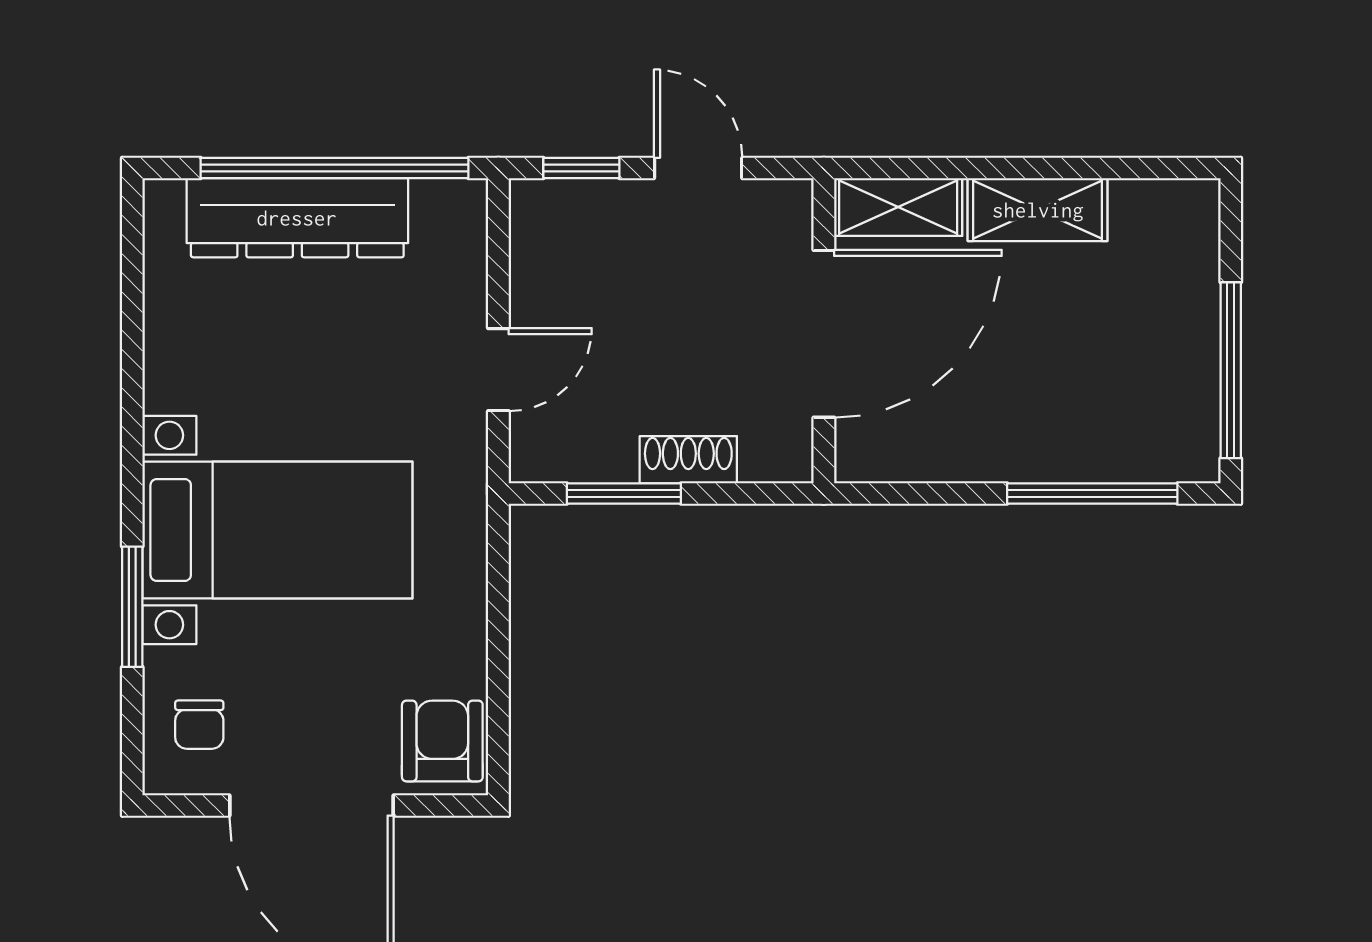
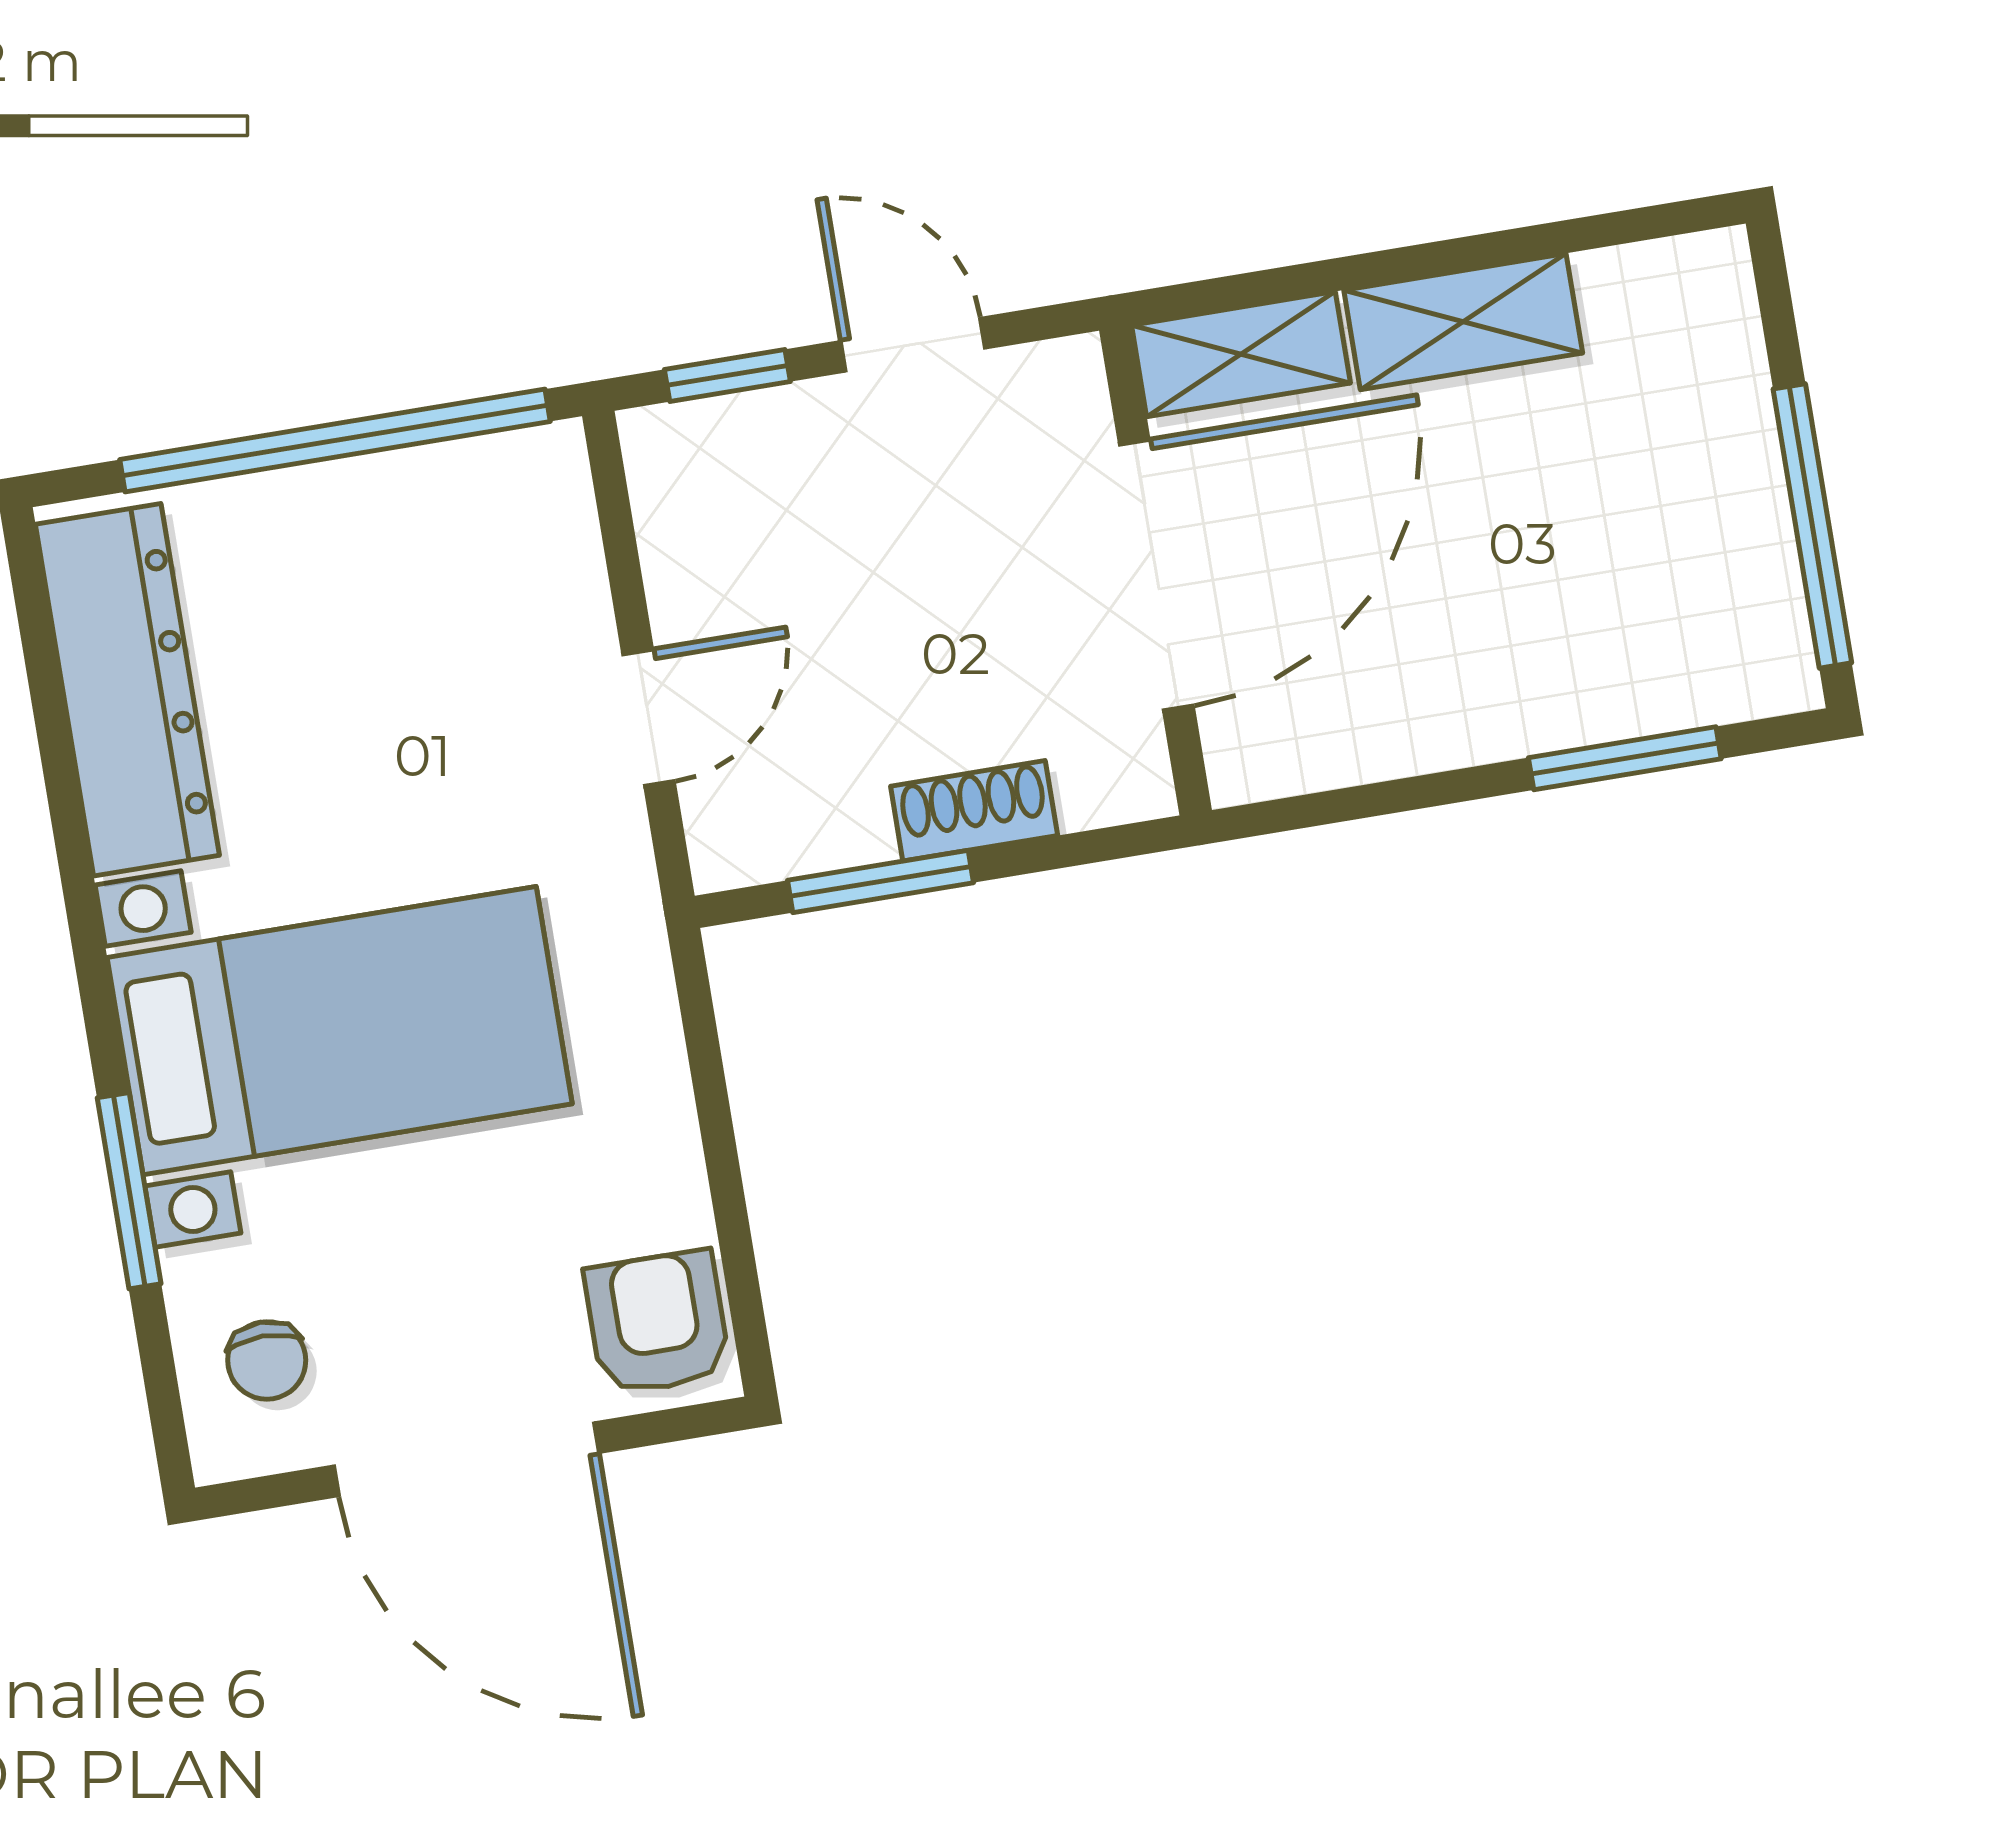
dresser: (297, 218) -> (127, 690), moved, turned -90
window: (1092, 494) -> (1625, 758), width x0.69

